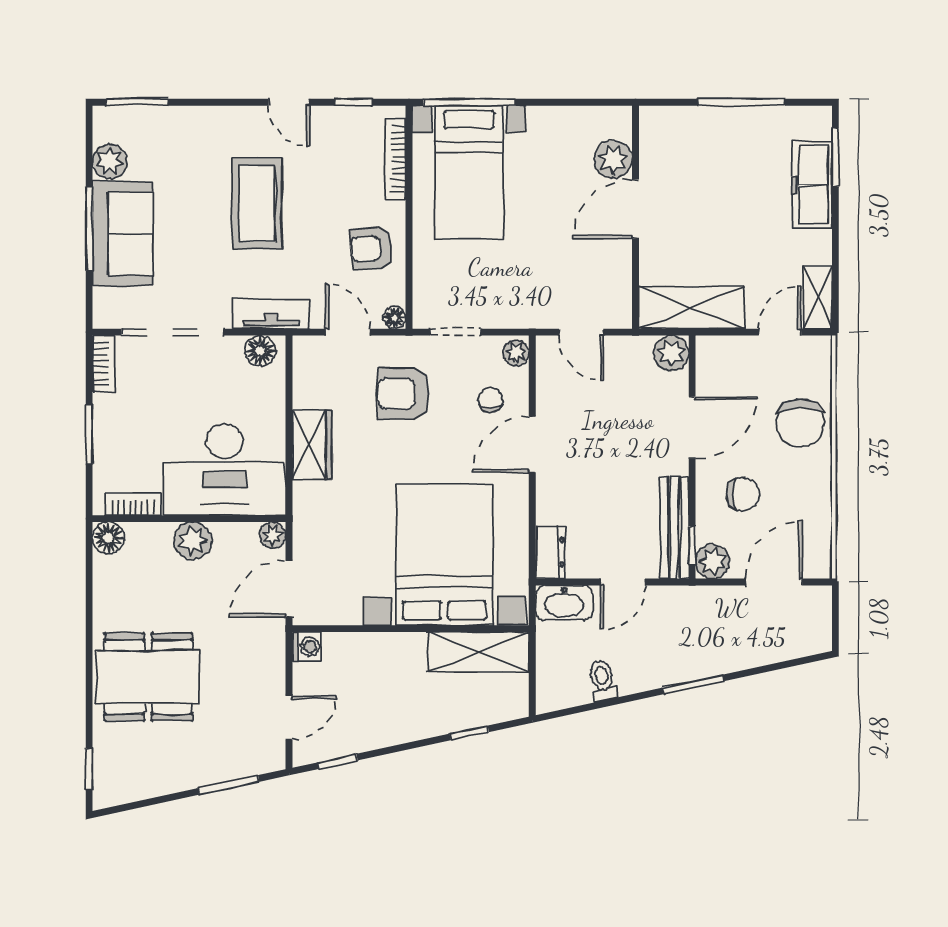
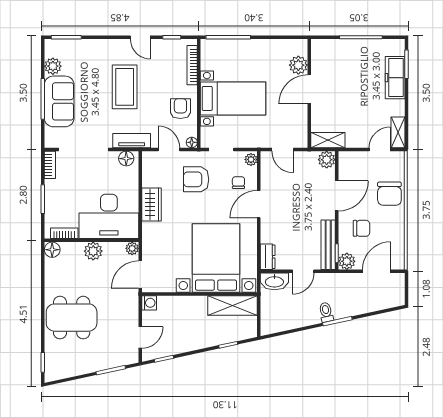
bed with nightstands: (469, 173) -> (233, 98), moved, turned -90
armchair: (371, 248) -> (180, 109), turned 95
shelving: (691, 308) -> (328, 140), width x0.67, depth x0.75
toilet: (603, 680) -> (326, 312), moved

